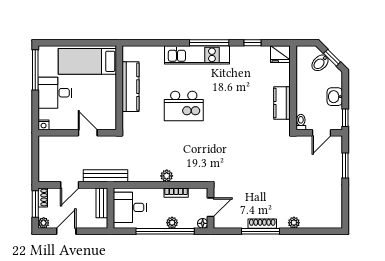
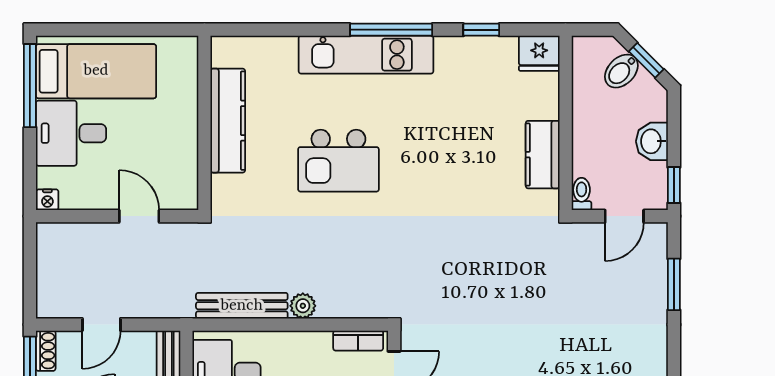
bed: (87, 61) -> (96, 71), moved, turned 180
bench: (105, 176) -> (242, 306), moved
bookcase: (176, 193) -> (358, 341), moved

